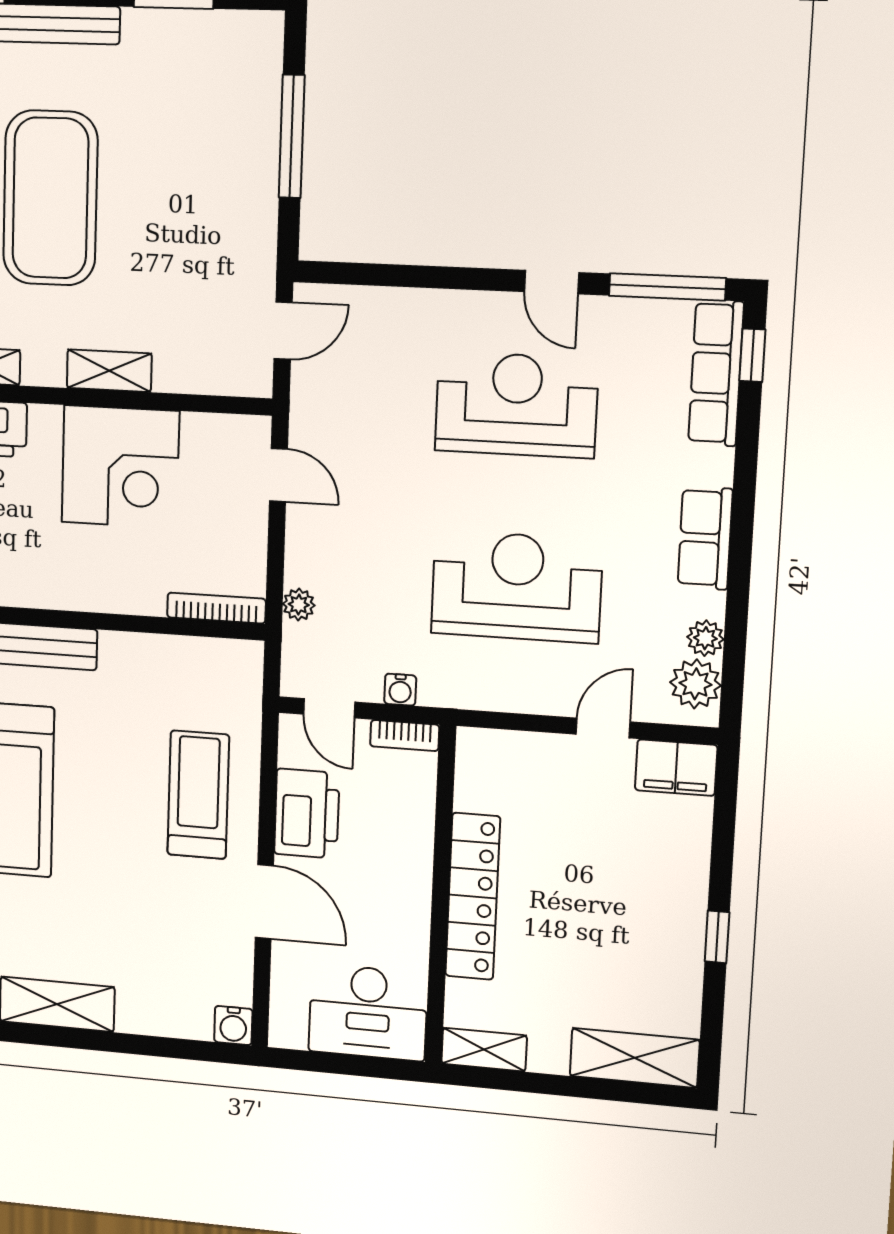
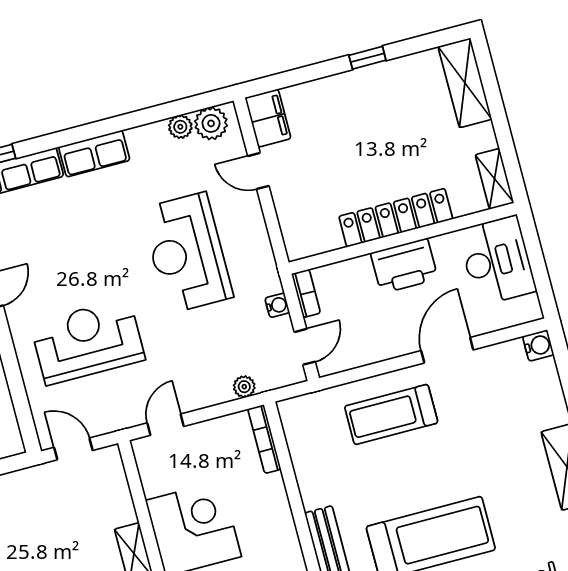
reception desk: (516, 405) -> (88, 342), moved, turned 90
row of seats: (705, 538) -> (94, 154), moved
printer: (307, 814) -> (404, 266), moved, turned 180

